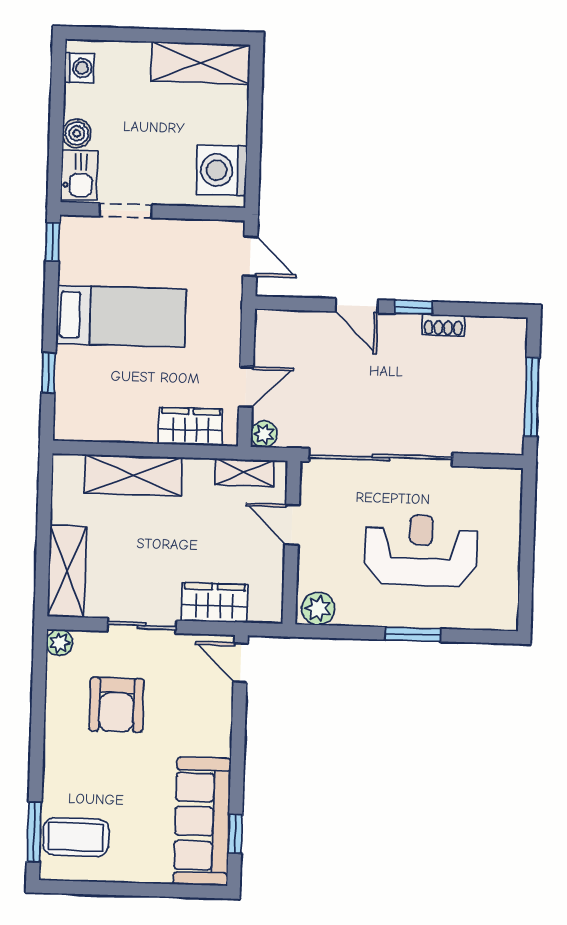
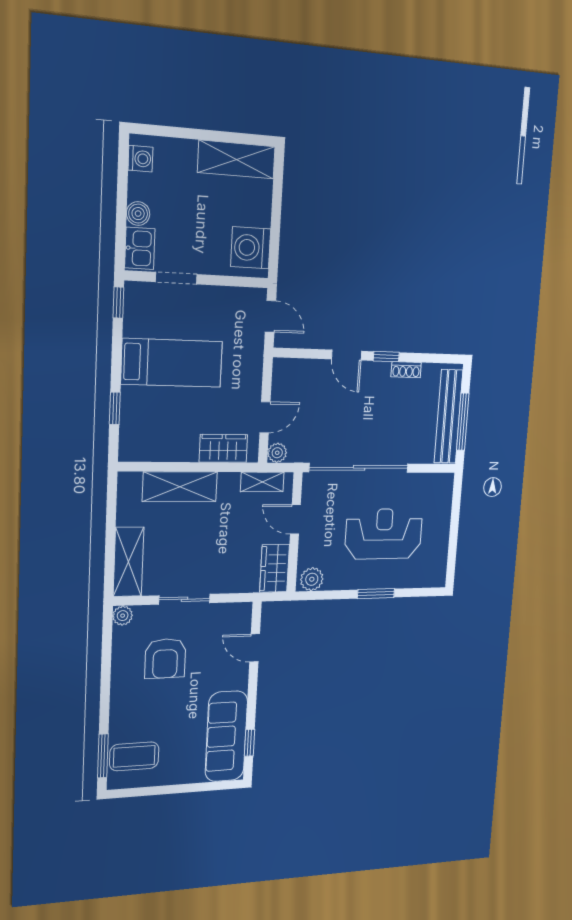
bench: (510, 389) -> (448, 417), added
wardrobe: (214, 603) -> (275, 568), moved, turned -90
door: (241, 663) -> (255, 648), moved

